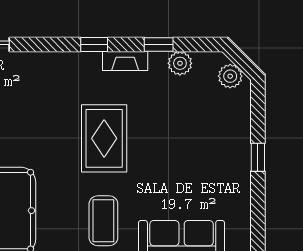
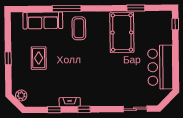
plant: (180, 63) -> (44, 101), removed
rug: (104, 138) -> (39, 58), moved, width x0.73, depth x0.70

